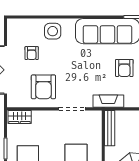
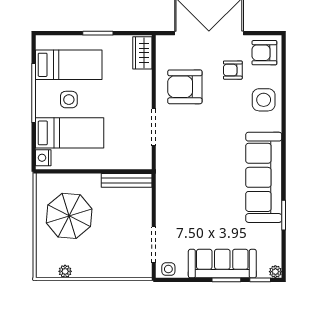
armchair: (124, 68) -> (264, 53), moved
fireplace: (108, 101) -> (165, 179), removed

